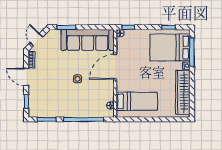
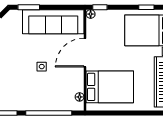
bed: (137, 101) -> (110, 87), width x1.50

